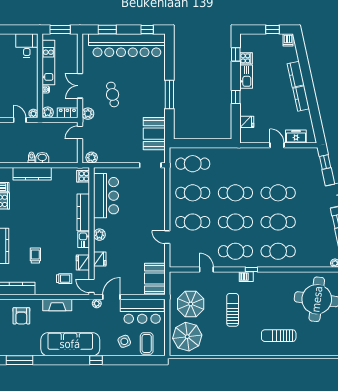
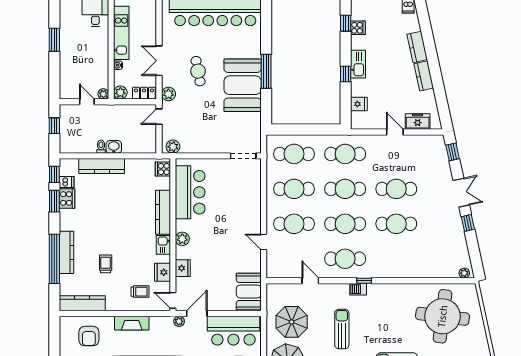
kitchen sink: (246, 77) -> (358, 64), moved
booth: (154, 134) -> (243, 85), moved, width x1.36, depth x1.42
cafe table: (278, 251) -> (345, 154), moved

